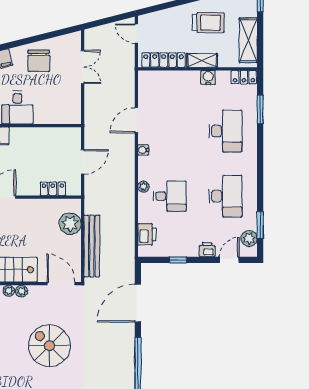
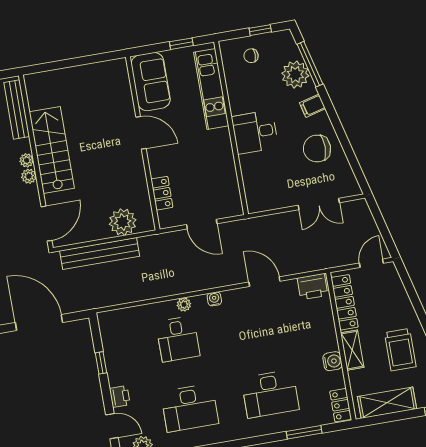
water cooler: (143, 150) -> (214, 299), moved
printer: (147, 234) -> (313, 287), moved

